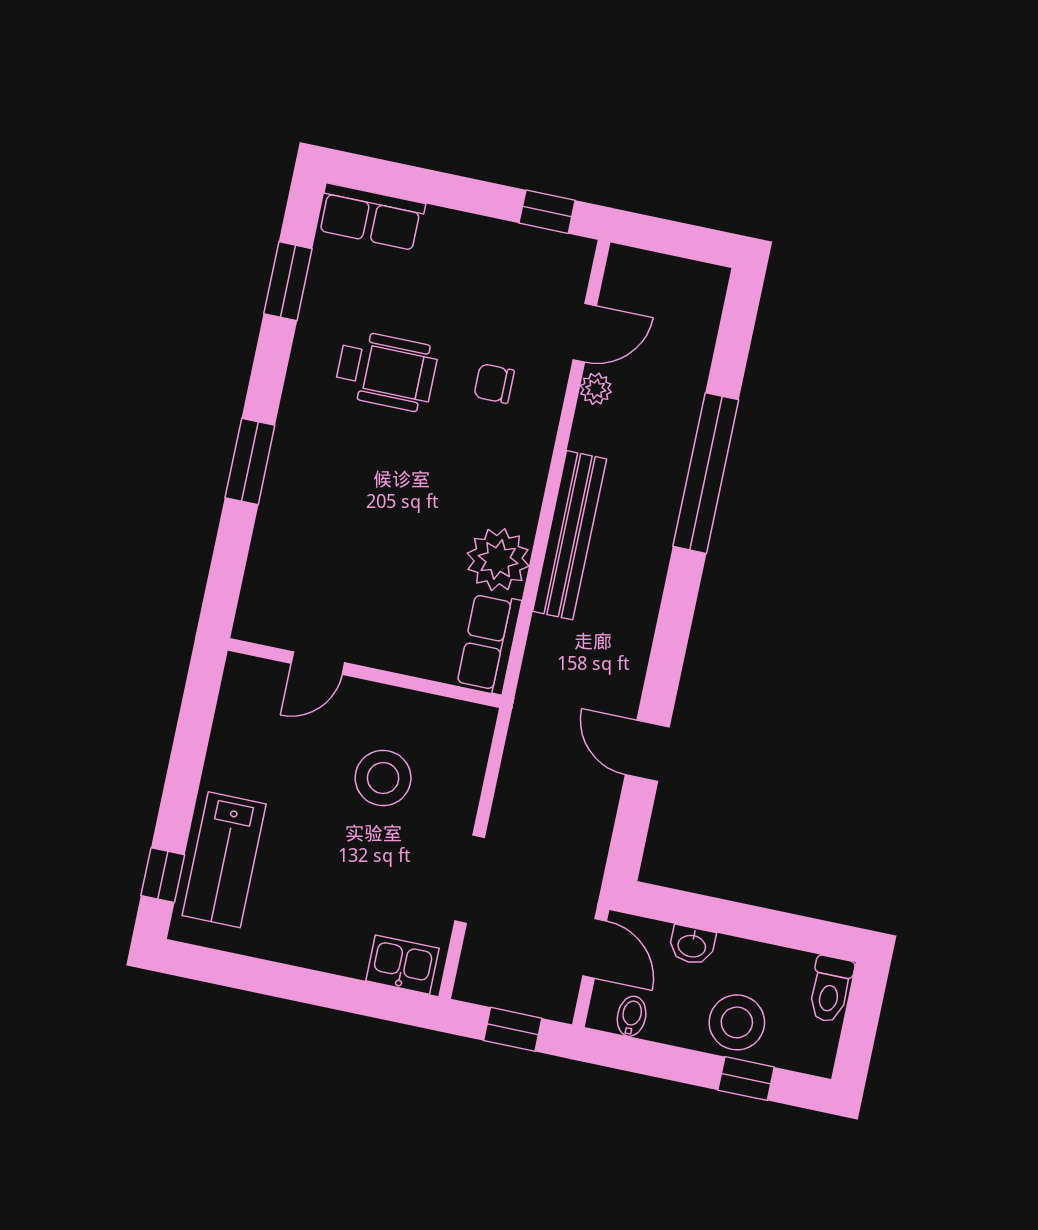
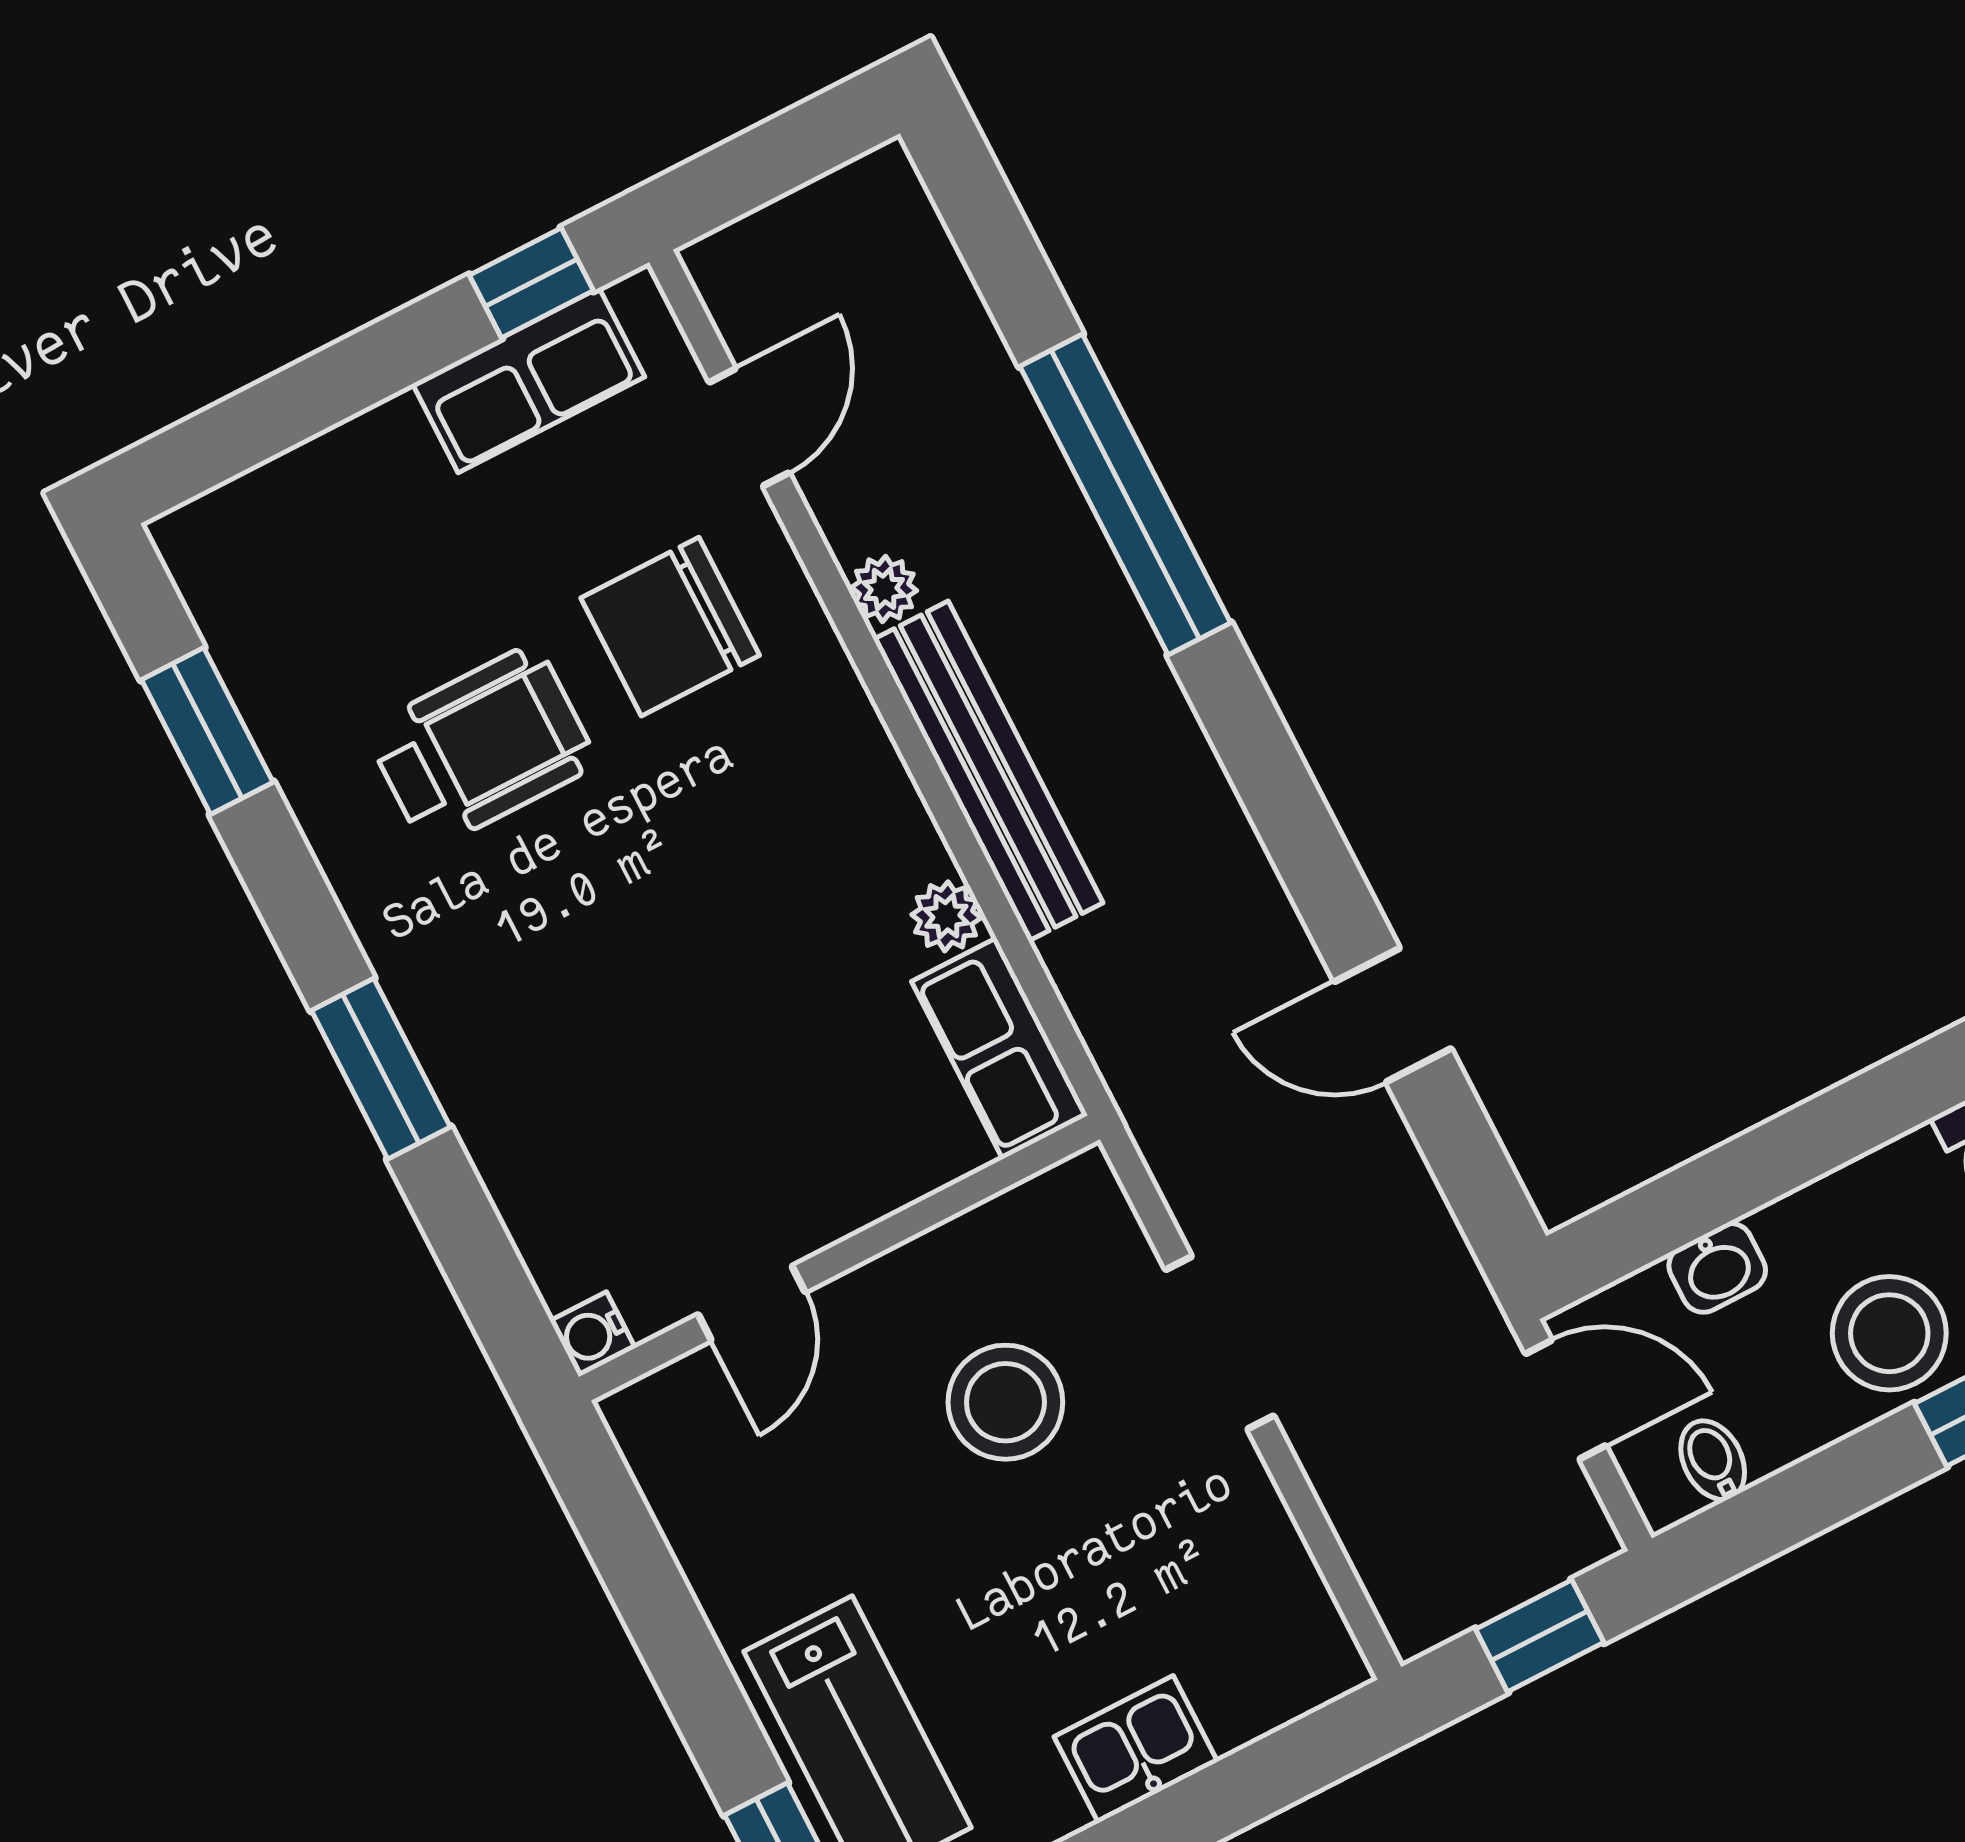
row of seats: (371, 217) -> (529, 380), moved
chair: (494, 383) -> (670, 627), width x1.87, depth x1.87
plant: (596, 389) -> (884, 589), moved
plant: (498, 560) -> (946, 916), width x0.53, depth x0.53
water cooler: (248, 626) -> (593, 1334), added
doorway: (470, 879) -> (1220, 1343), moved
kitchen sink: (402, 965) -> (1136, 1749), moved

